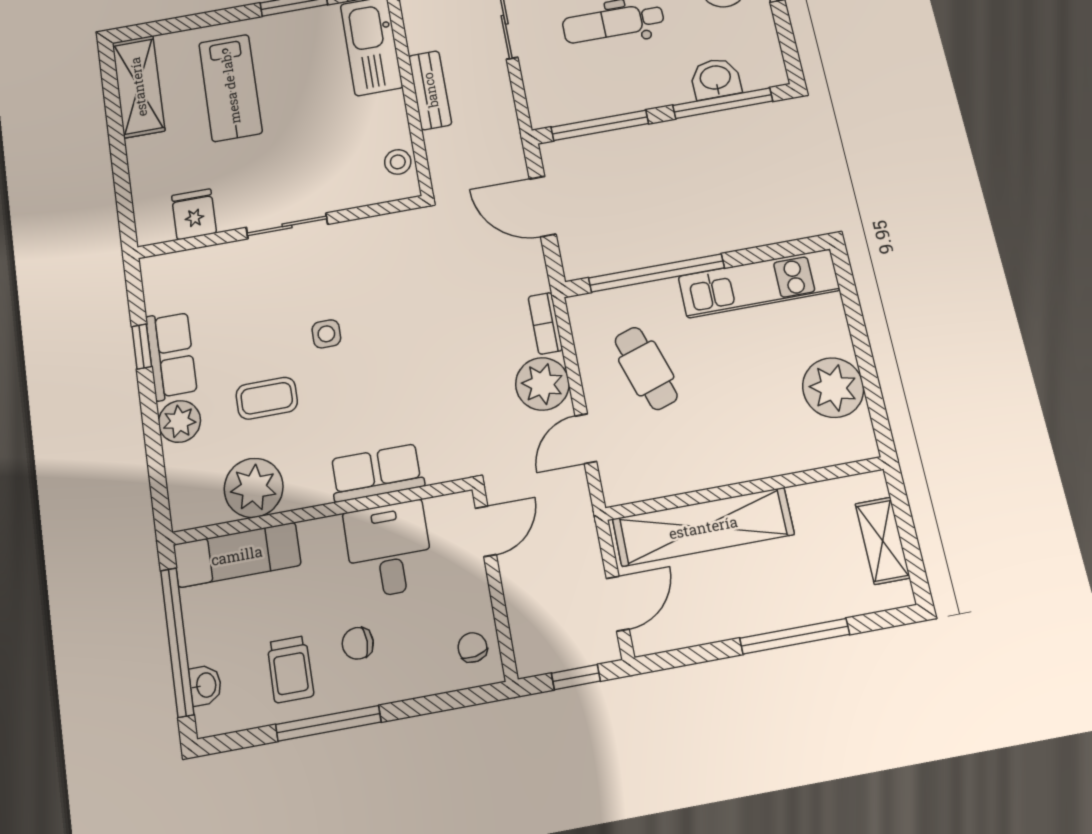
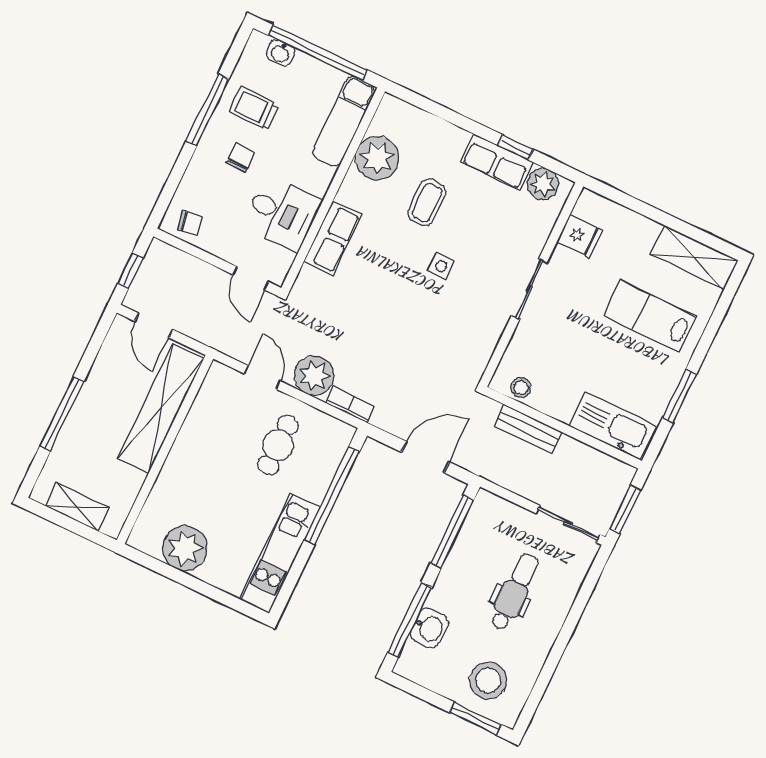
bench: (430, 90) -> (528, 429), moved
cafe table: (646, 368) -> (278, 445), turned -72
plant: (179, 421) -> (543, 184), moved

